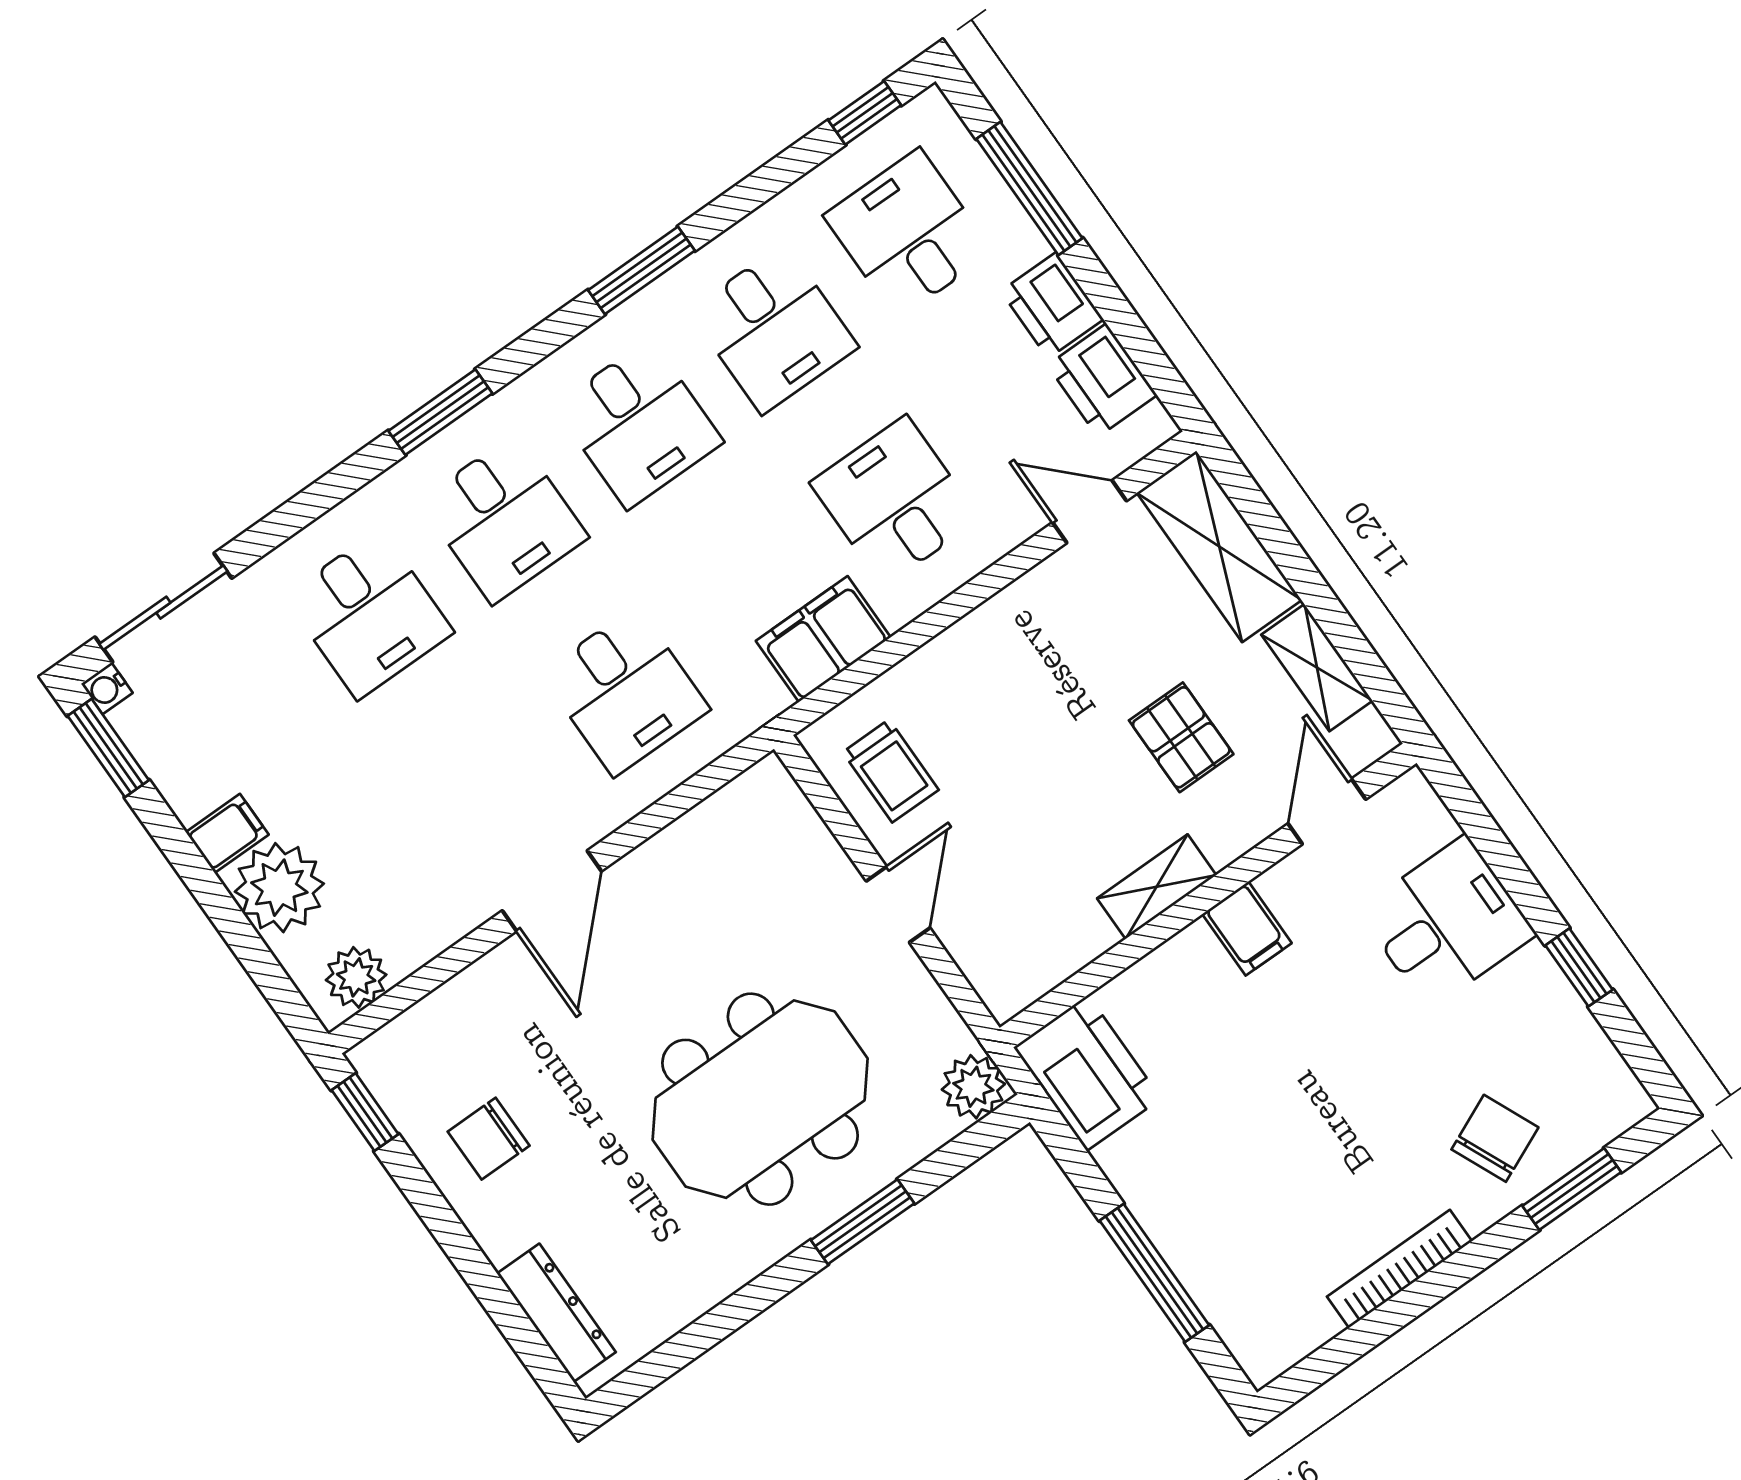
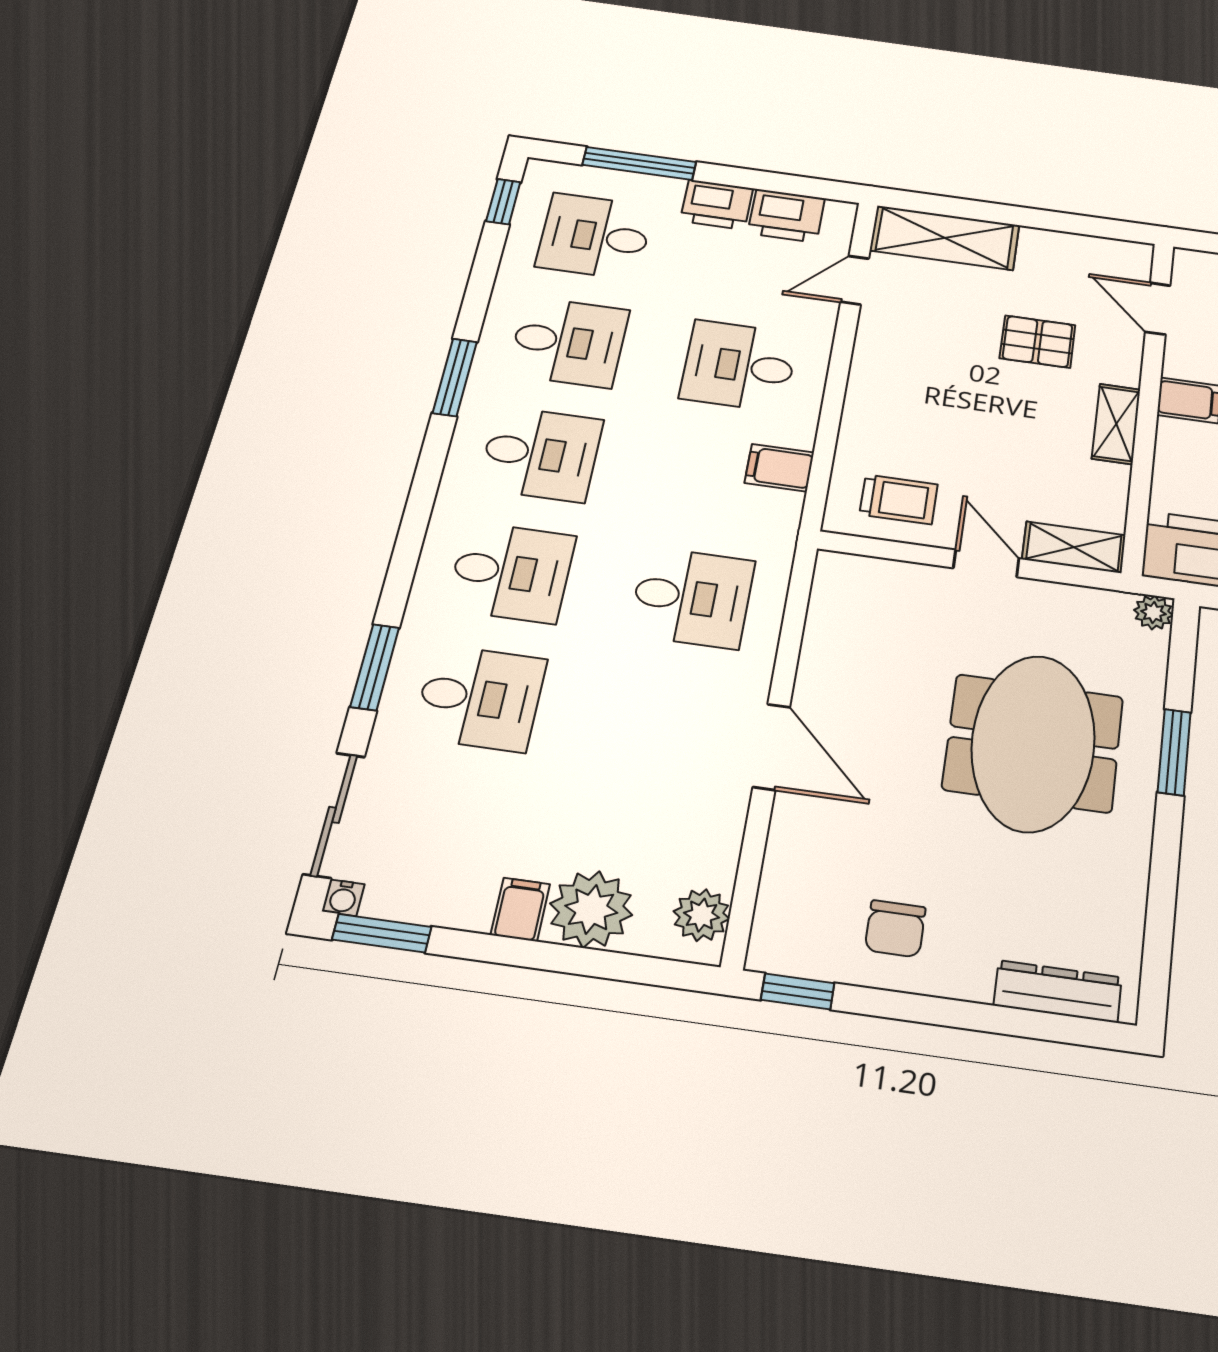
window: (440, 412) -> (375, 667), moved
filing cabinet: (823, 639) -> (779, 468), width x0.50
shelving: (1317, 668) -> (1074, 547), moved
plant: (973, 1087) -> (1153, 613), width x0.73, depth x0.73

